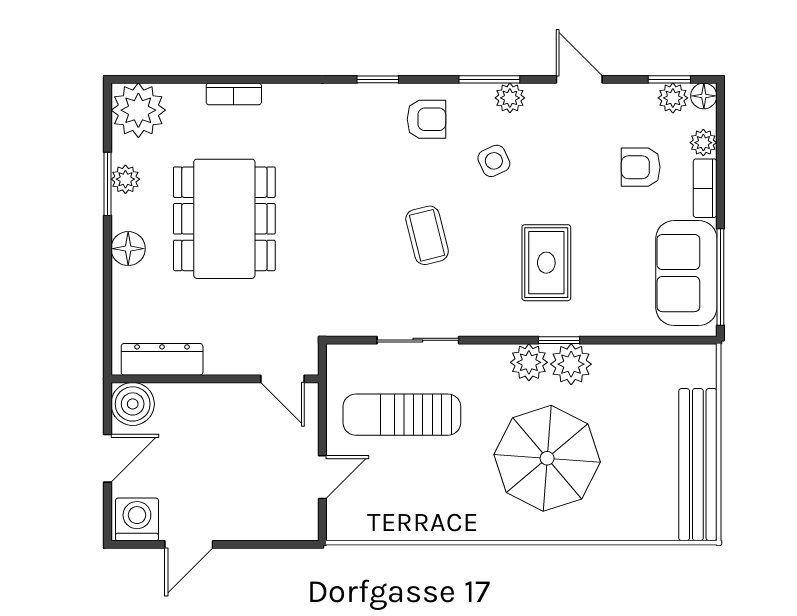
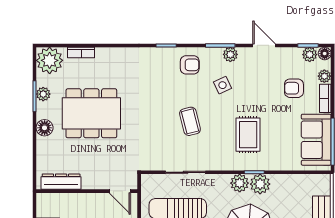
bookcase: (234, 94) -> (81, 53), moved
dining table: (224, 219) -> (91, 113), turned 90
boiler: (133, 404) -> (47, 203), removed

